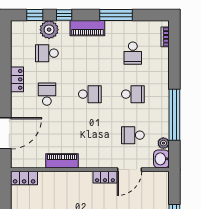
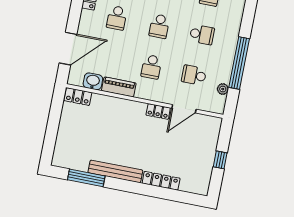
school desk: (47, 94) -> (117, 18), turned 180
school desk: (90, 94) -> (159, 26), turned 90
school desk: (90, 135) -> (151, 67), added
washbasin: (161, 159) -> (93, 81), moved, turned 90

